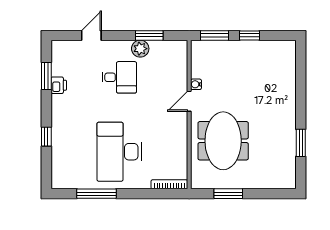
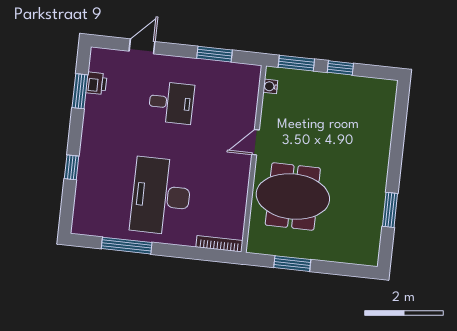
plant: (140, 49) -> (201, 70), removed
water cooler: (196, 84) -> (270, 86), moved
printer: (59, 85) -> (96, 83), moved
meeting table: (223, 141) -> (293, 196), turned 90

